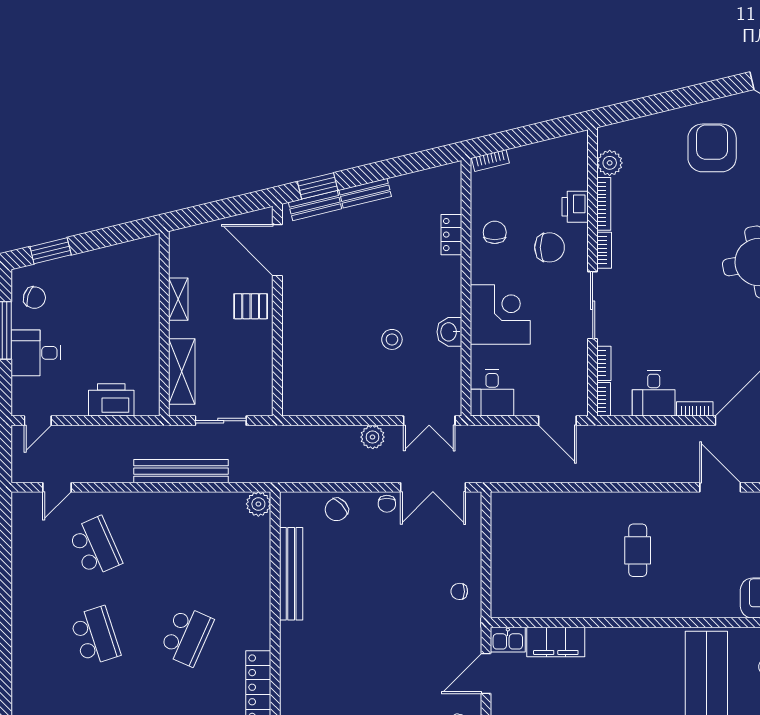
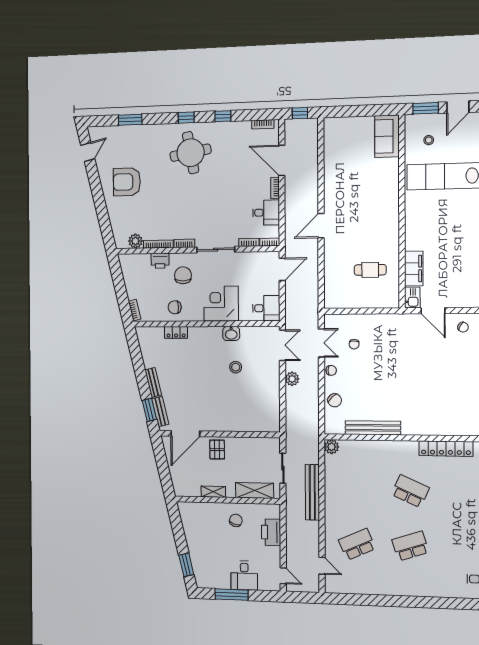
chair: (34, 298) -> (236, 520), moved
double door: (433, 487) -> (321, 343), width x0.73
door: (720, 487) -> (321, 226), moved
cafe table: (638, 550) -> (370, 270), moved
chair: (459, 591) -> (354, 344), moved

